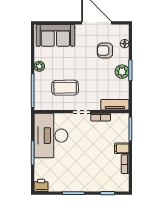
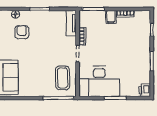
armchair: (105, 50) -> (22, 32), turned 180
plant: (39, 66) -> (36, 92), removed
plant: (122, 72) -> (41, 17), removed
coffee table: (65, 88) -> (63, 78), moved

